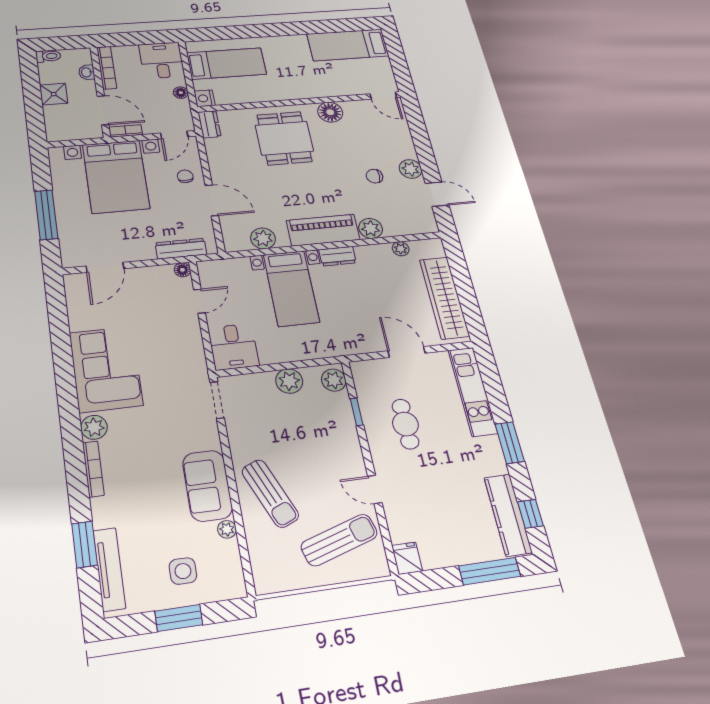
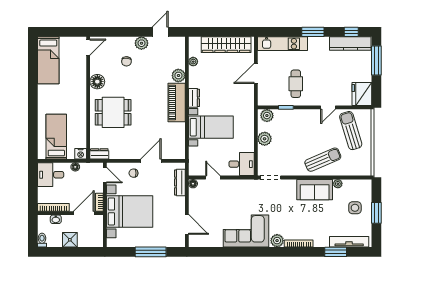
chair: (374, 176) -> (126, 61), moved
plant: (263, 238) -> (178, 137), removed
cafe table: (405, 424) -> (296, 84), turned 90
fridge: (407, 558) -> (362, 94), width x1.88, depth x1.34

